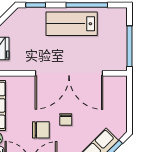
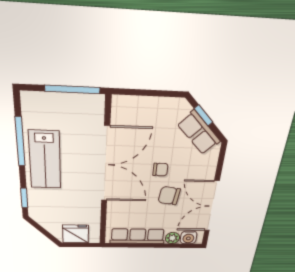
chair: (41, 130) -> (169, 196), turned -82

